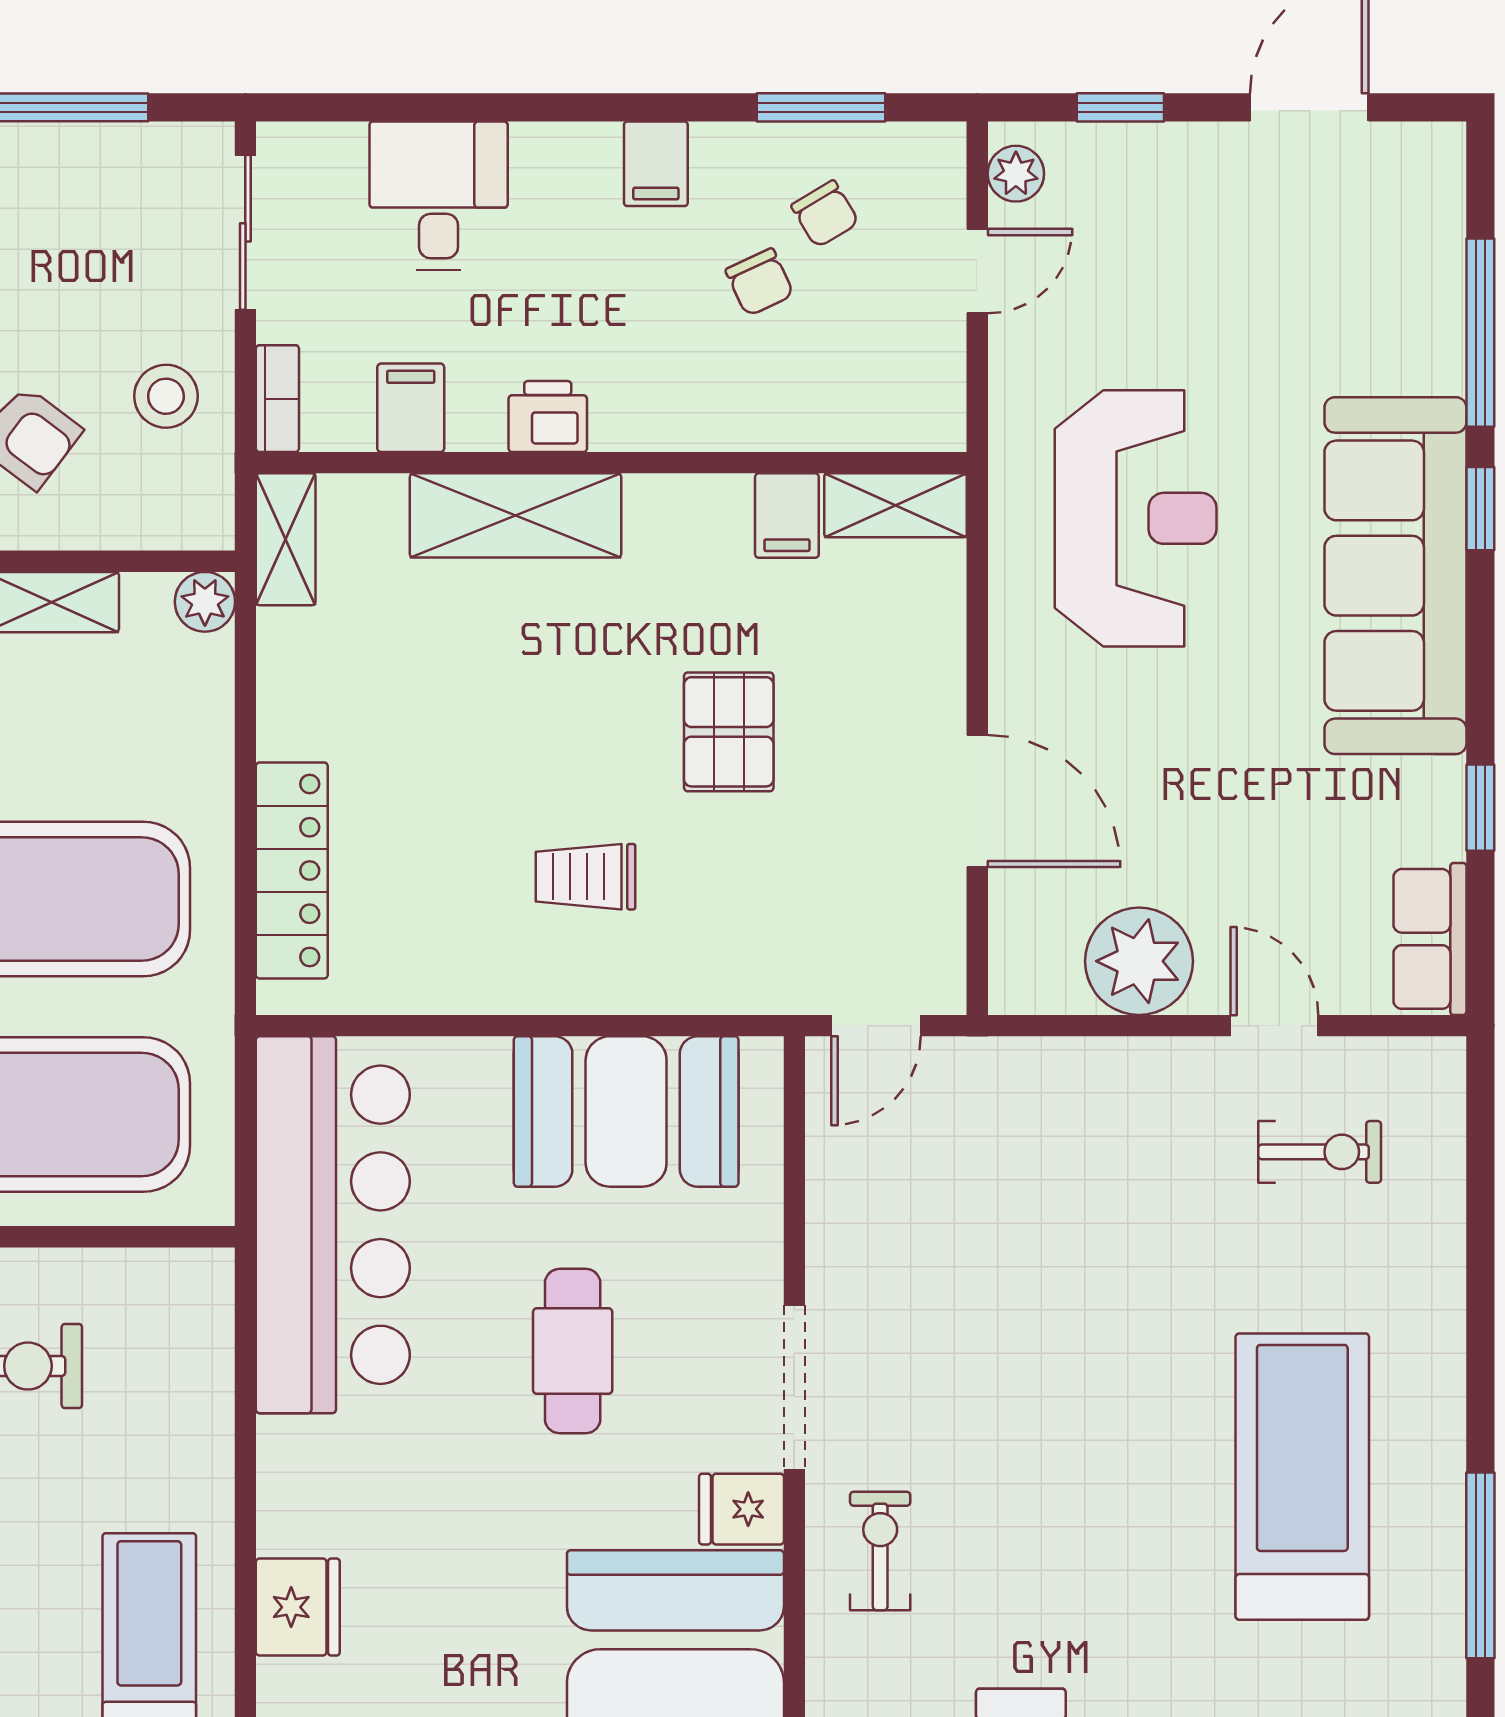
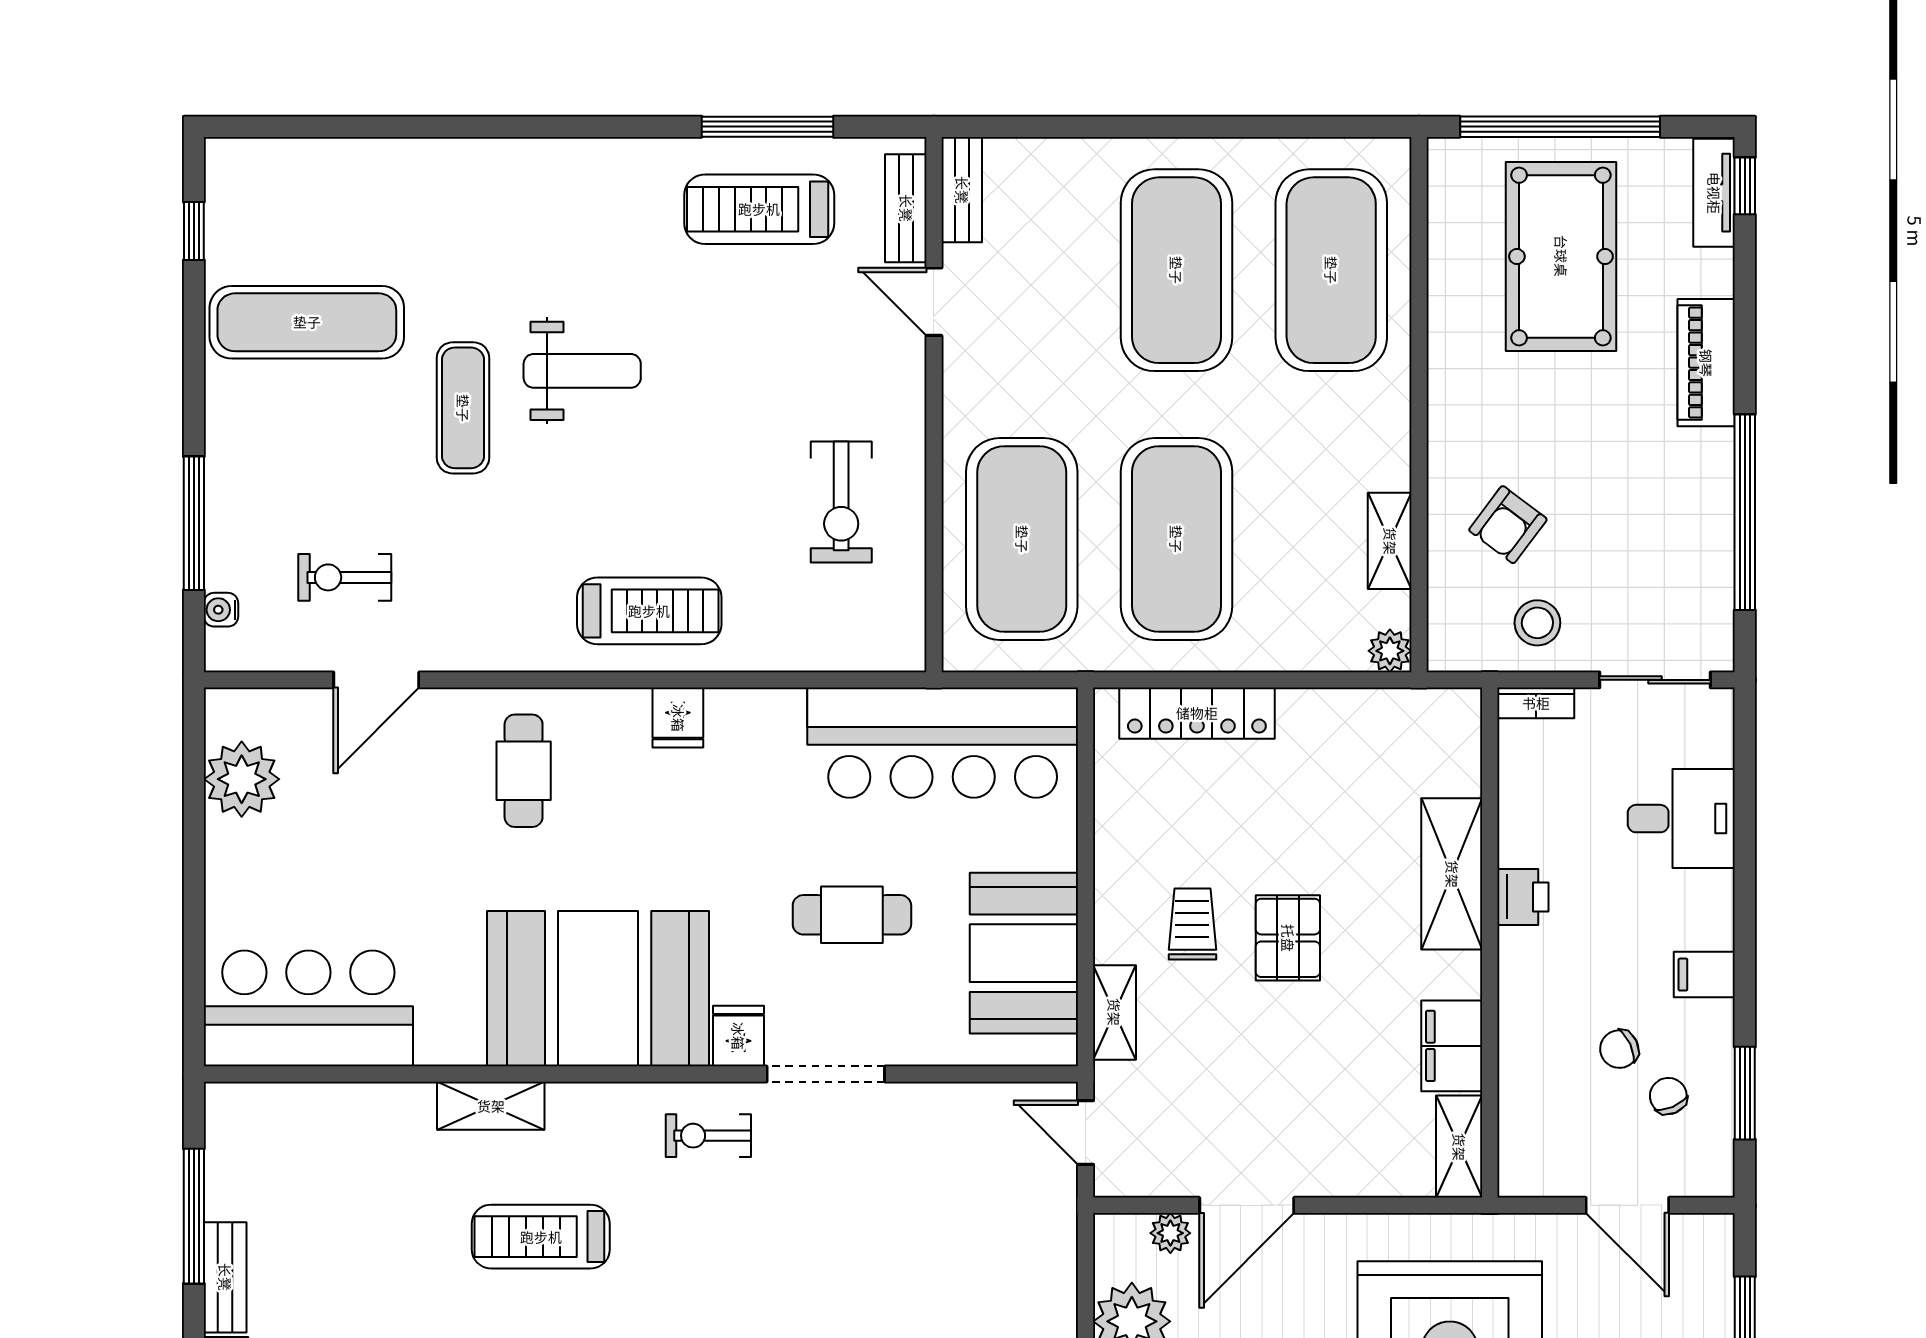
plant: (1016, 174) -> (1170, 1233), moved
chair: (825, 214) -> (1668, 1096), turned 98
door: (977, 271) -> (1627, 1205), width x1.38
filing cabinet: (411, 408) -> (1529, 799), removed
filing cabinet: (787, 516) -> (1452, 1046), width x2.00
shelving: (286, 539) -> (1114, 1012), moved, turned 90
pallet: (729, 732) -> (1288, 938), moved, turned 90
exercise bike: (880, 1551) -> (708, 1136), turned 180
fridge: (298, 1607) -> (678, 718), width x0.72

